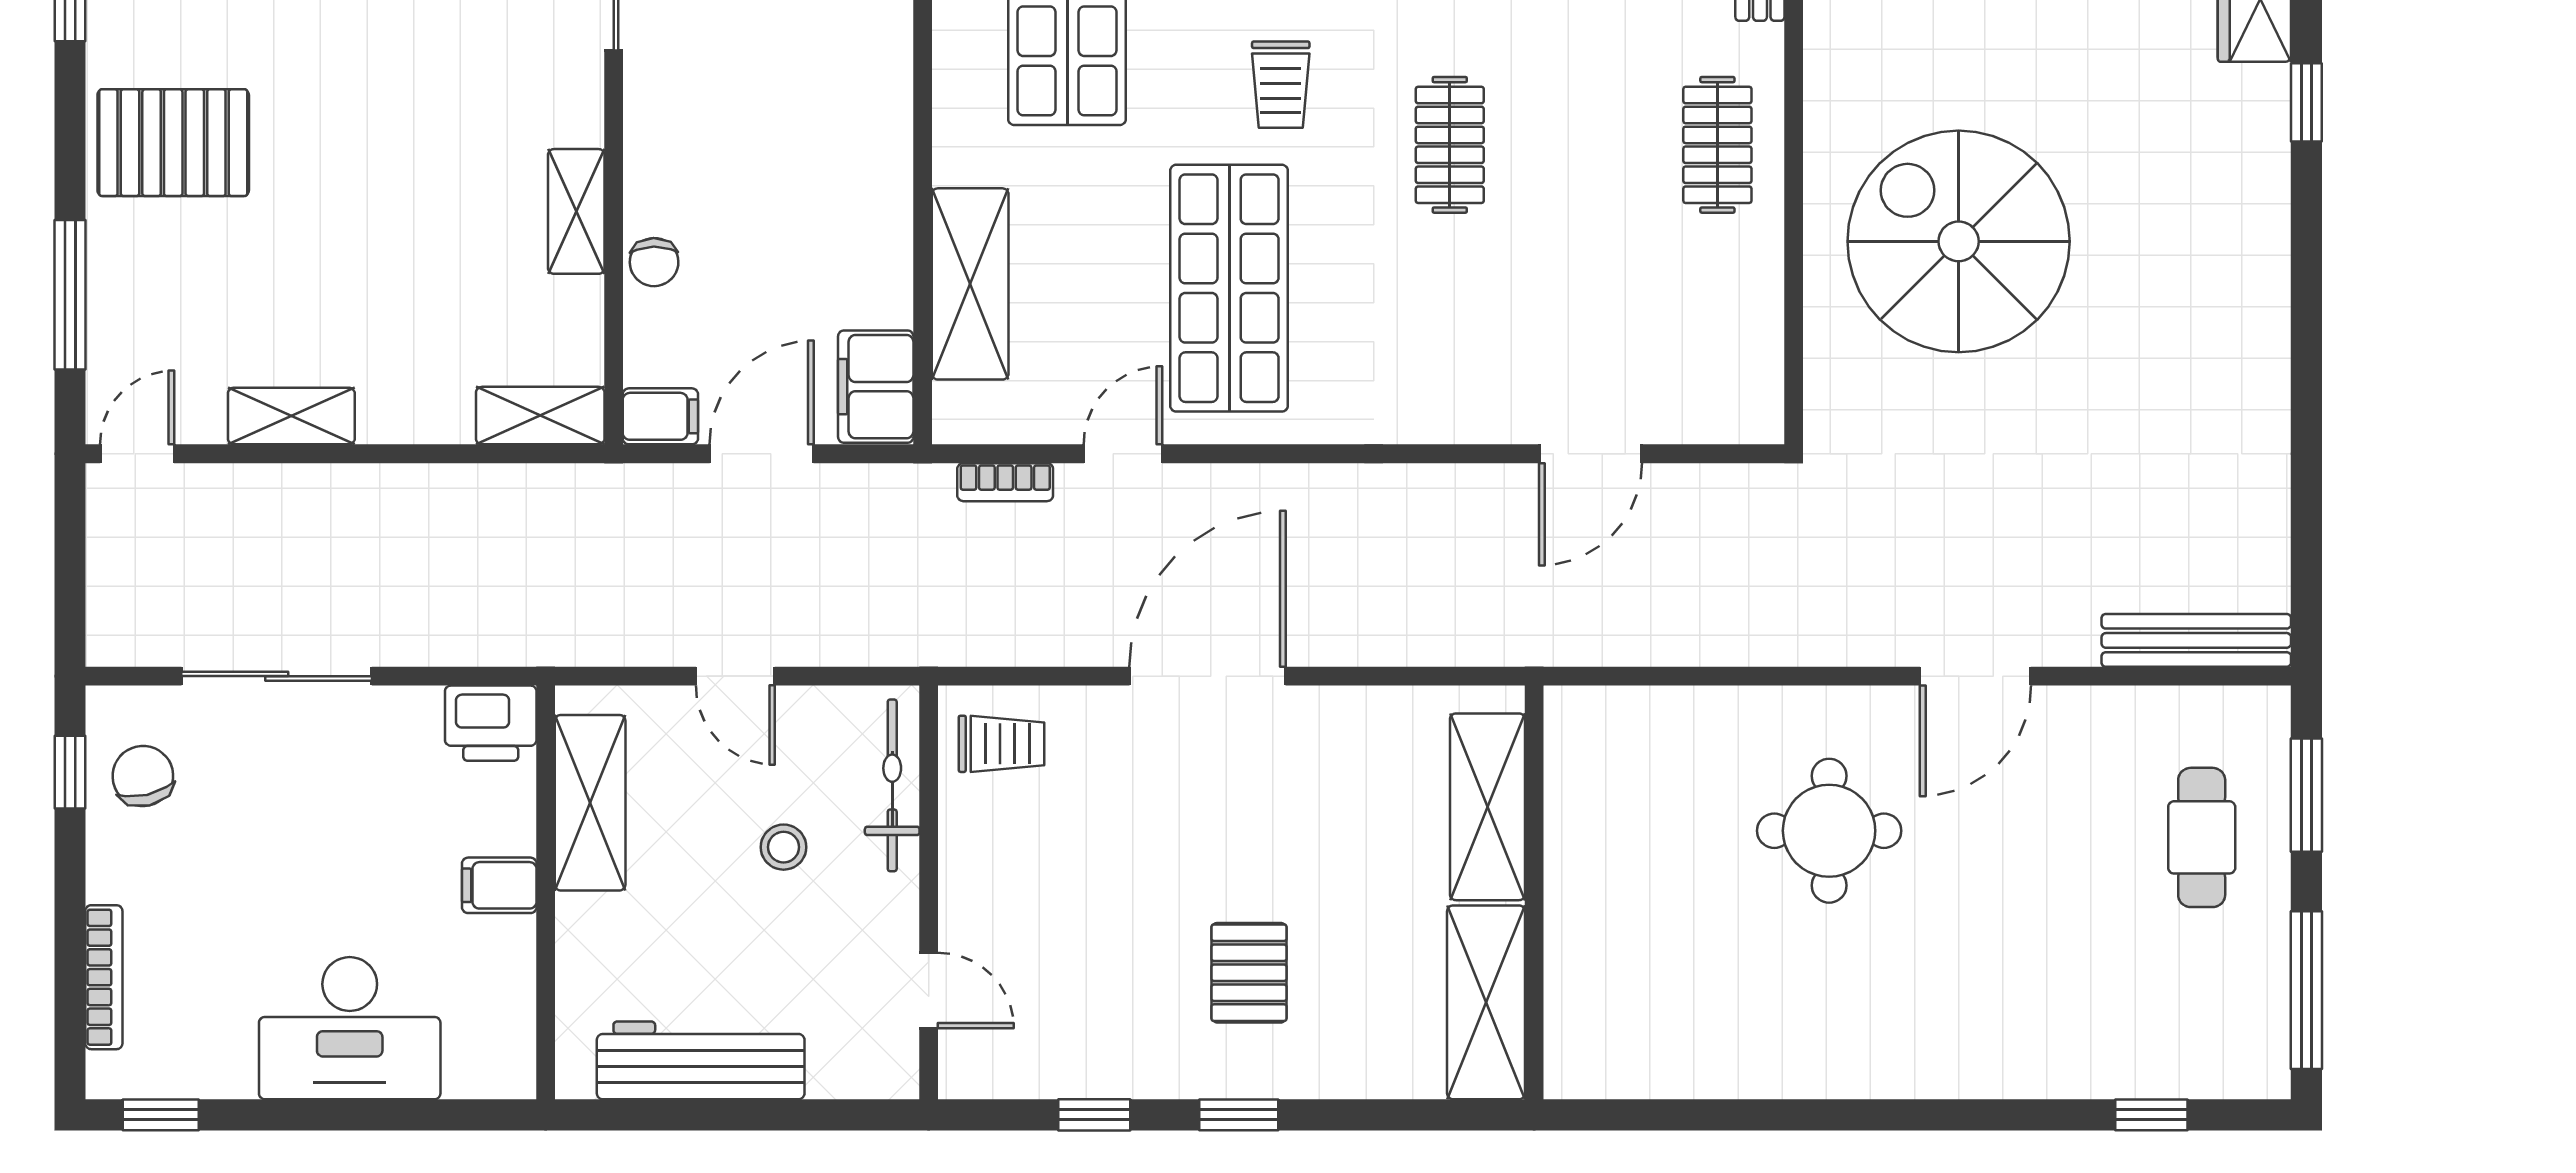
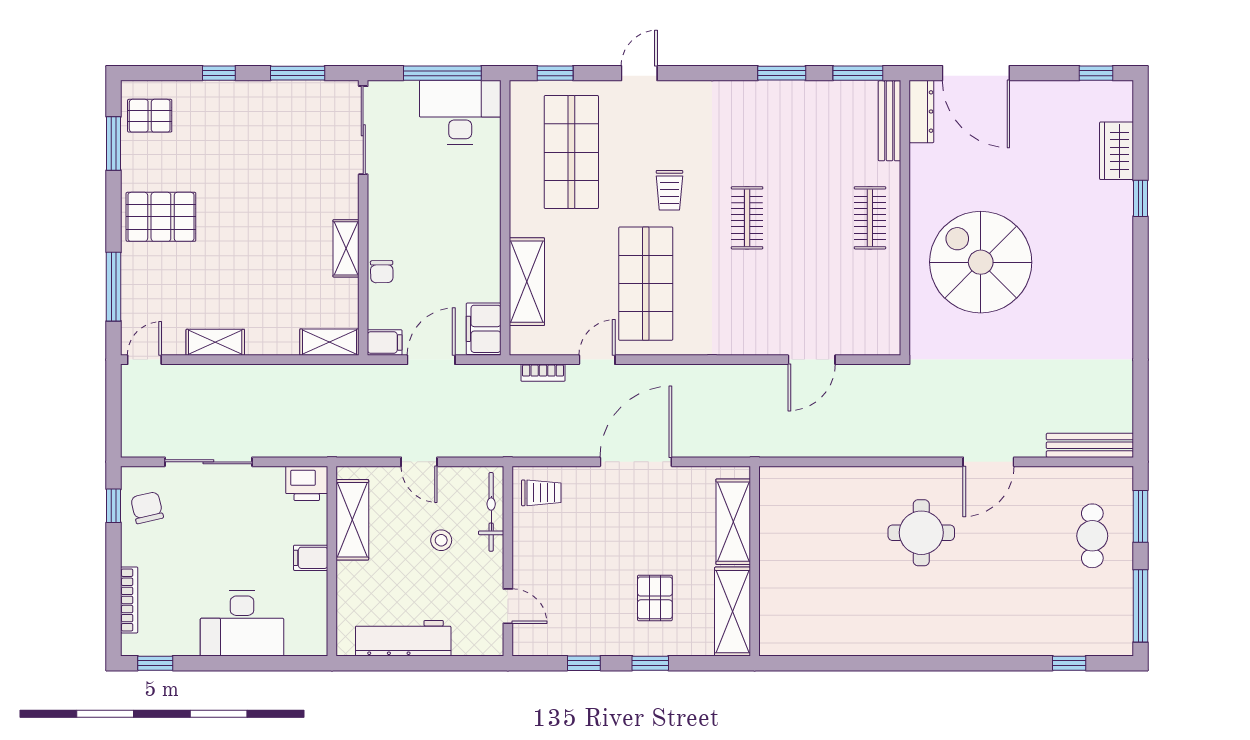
shelving: (1487, 807) -> (733, 522), moved
wall: (1534, 892) -> (755, 561), moved
shelving: (1486, 1002) -> (733, 612), moved

